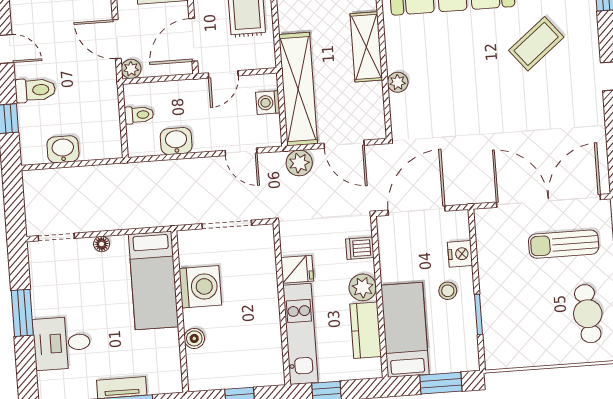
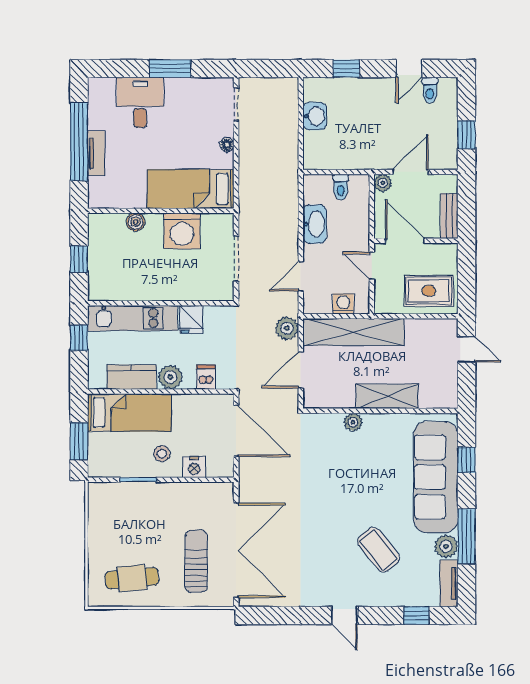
toilet: (35, 90) -> (430, 90), moved, width x0.73, depth x0.72
washbasin: (176, 141) -> (315, 224), width x1.38

